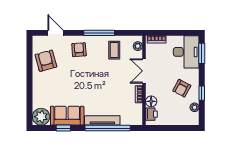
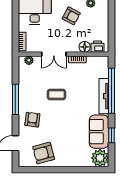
armchair: (79, 50) -> (32, 120), turned 101
coffee table: (114, 50) -> (56, 95), moved

